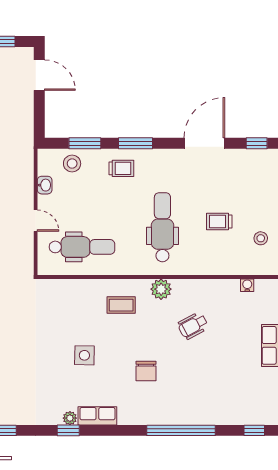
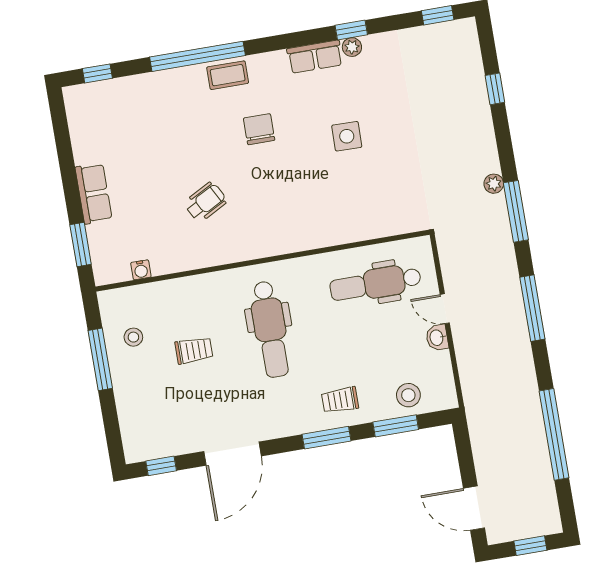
washbasin: (45, 185) -> (437, 338), moved
plant: (161, 289) -> (258, 244), removed
coffee table: (121, 305) -> (228, 75), moved

